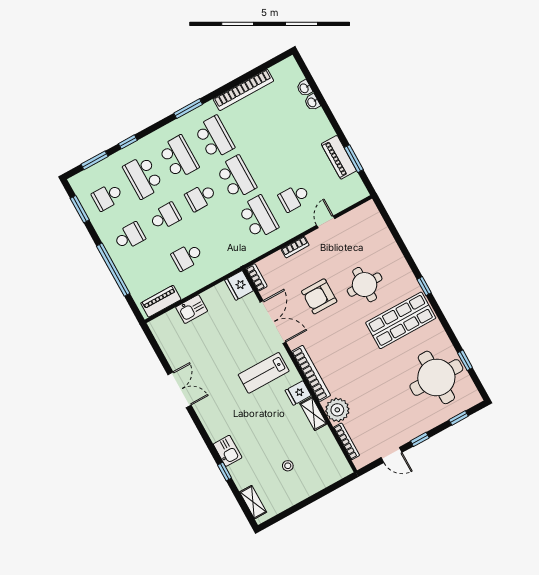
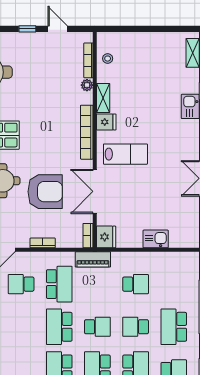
school desk: (294, 198) -> (21, 284), turned 180
school desk: (258, 217) -> (59, 284), turned 180
school desk: (129, 236) -> (174, 327), width x1.85
armchair: (319, 296) -> (45, 192), width x1.36, depth x1.36
piano: (161, 301) -> (93, 259), moved
plant: (337, 410) -> (87, 85), width x0.53, depth x0.53
stool: (288, 466) -> (108, 59), moved

